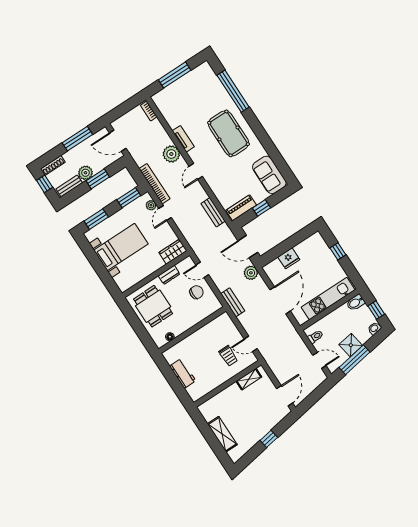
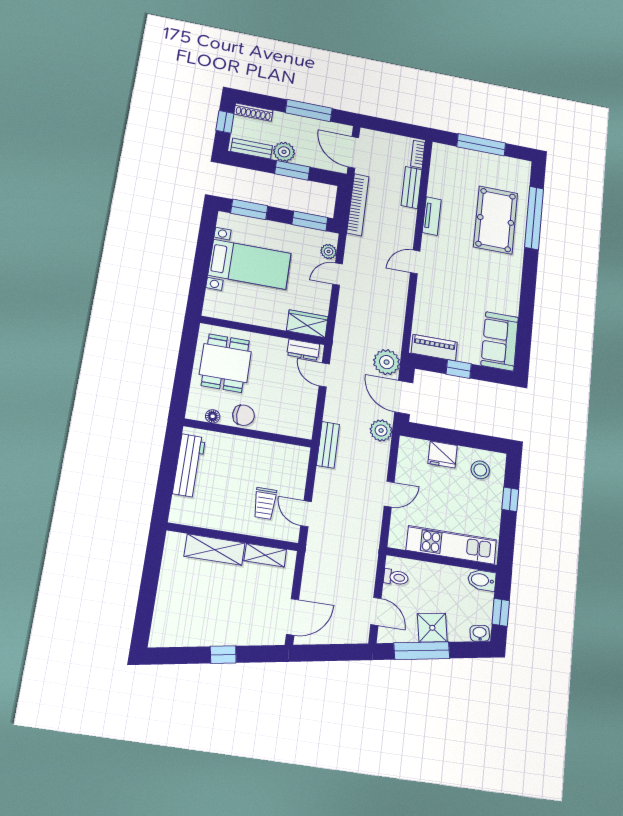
pool table: (229, 133) -> (496, 220), moved
plant: (171, 154) -> (387, 362), moved
bookcase: (155, 184) -> (358, 205), moved
bench: (213, 212) -> (412, 188), moved
stool: (312, 250) -> (480, 470), added
dresser: (169, 275) -> (303, 350), moved
chair: (196, 292) -> (243, 415), moved
door: (280, 300) -> (389, 494), width x0.53
workbench: (183, 373) -> (189, 466), width x1.38
shelving: (222, 434) -> (214, 550), moved, turned 90

